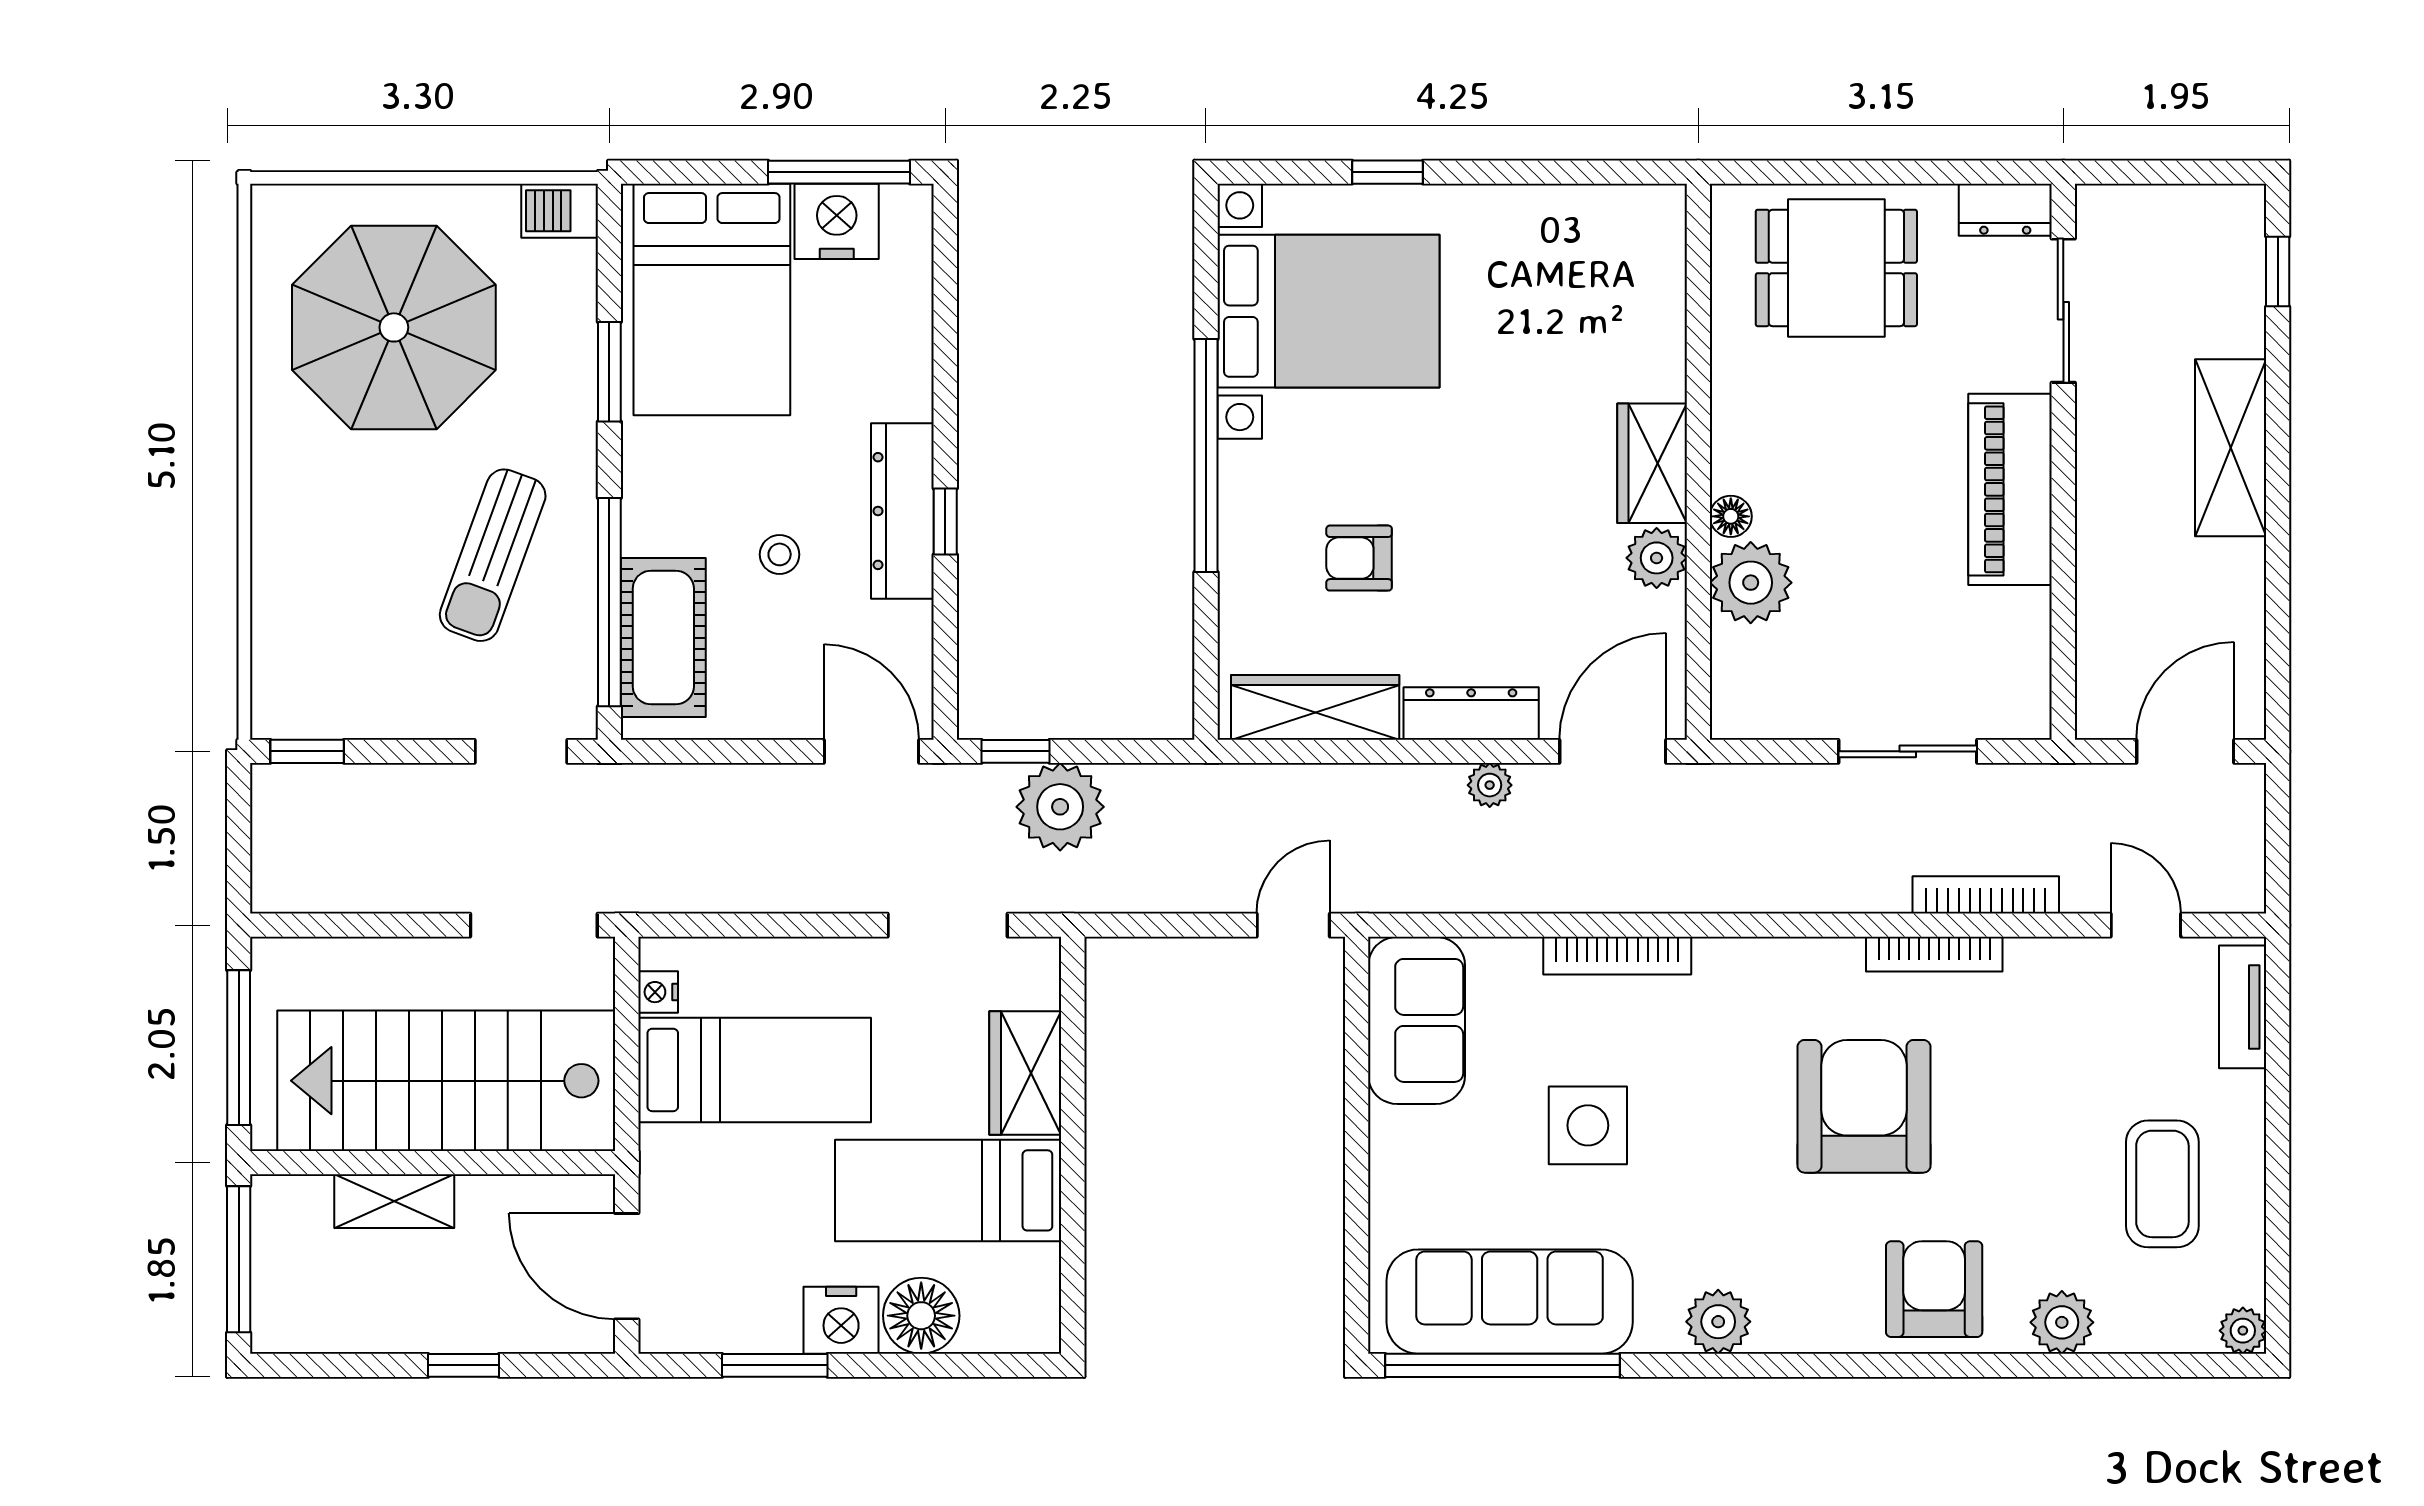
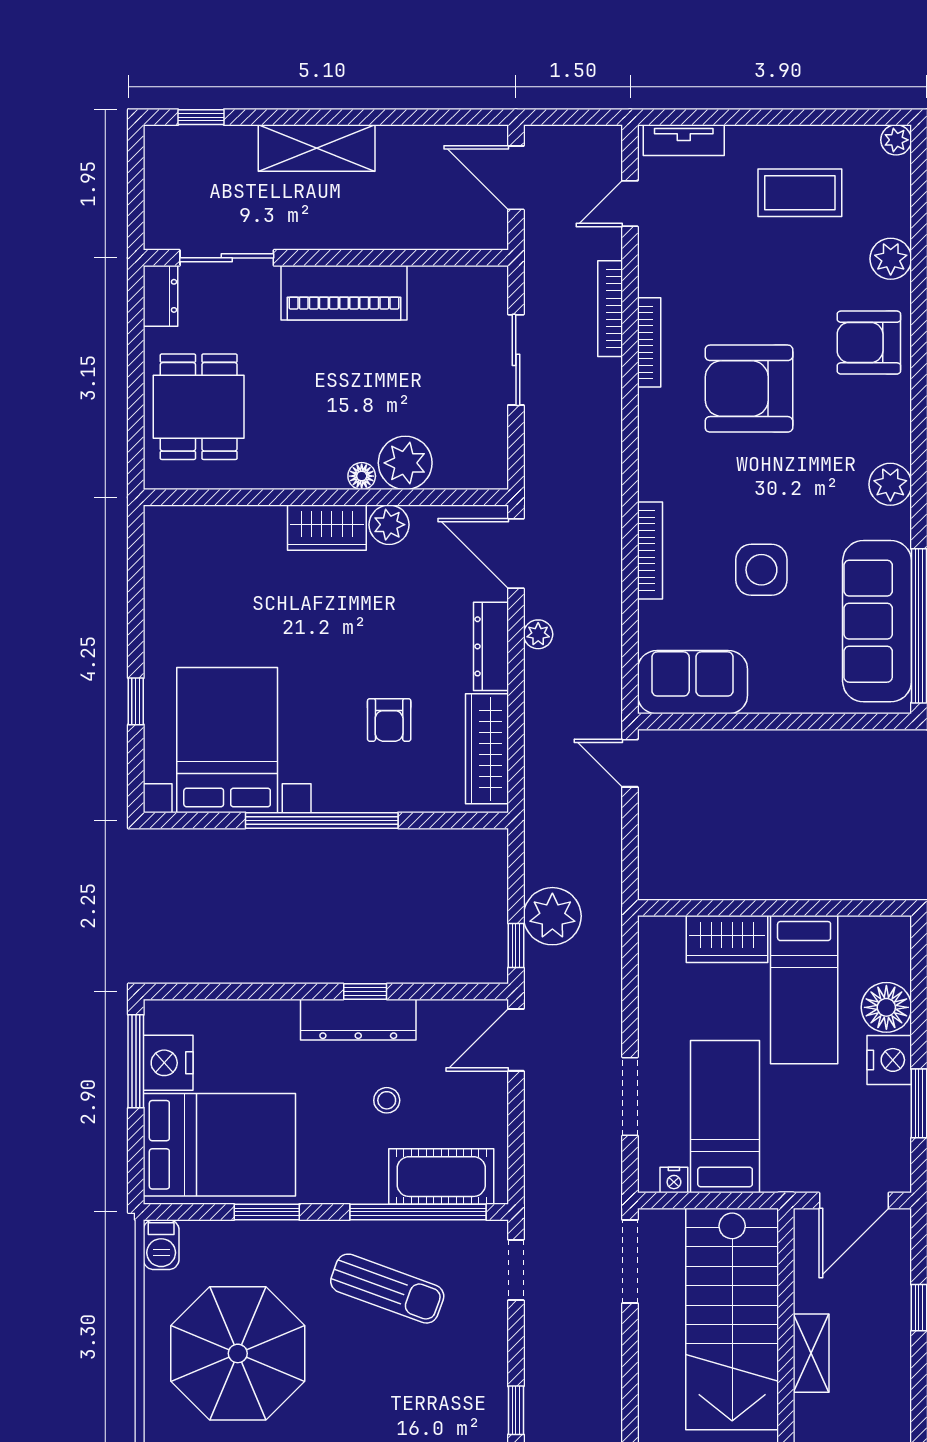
doorway: (948, 925) -> (630, 1096), moved

